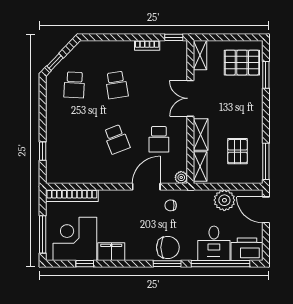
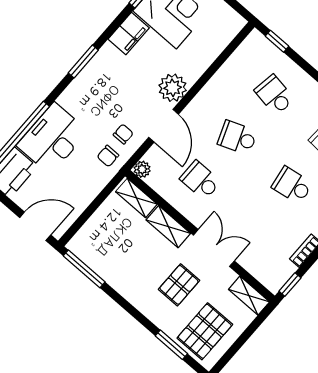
school desk: (74, 139) -> (274, 95), added
window: (43, 151) -> (277, 41), moved
pallet: (237, 151) -> (179, 285), moved, turned 90
bookcase: (72, 196) -> (220, 43), removed
plant: (224, 200) -> (173, 88), moved
desk: (214, 243) -> (52, 138), width x1.37
chair: (168, 247) -> (108, 156), moved, width x0.54, depth x0.54
window: (167, 264) -> (83, 61), moved

